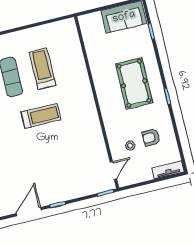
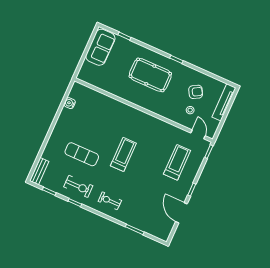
water cooler: (50, 29) -> (70, 103), added
treadmill: (43, 69) -> (177, 162), moved, turned 90
armchair: (151, 138) -> (196, 92), turned -120
tv unit: (168, 170) -> (224, 102), width x1.41

